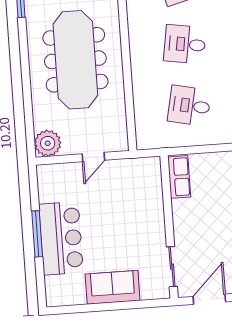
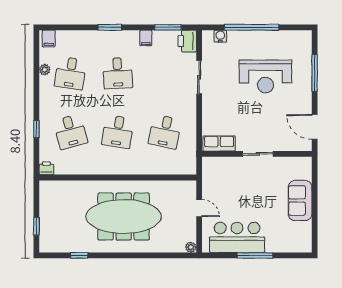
plant: (48, 143) -> (191, 247), width x0.53, depth x0.53
bar counter: (61, 238) -> (237, 237), moved
sliding door: (172, 267) -> (258, 154), moved

